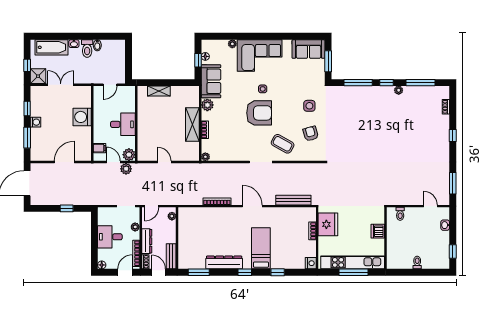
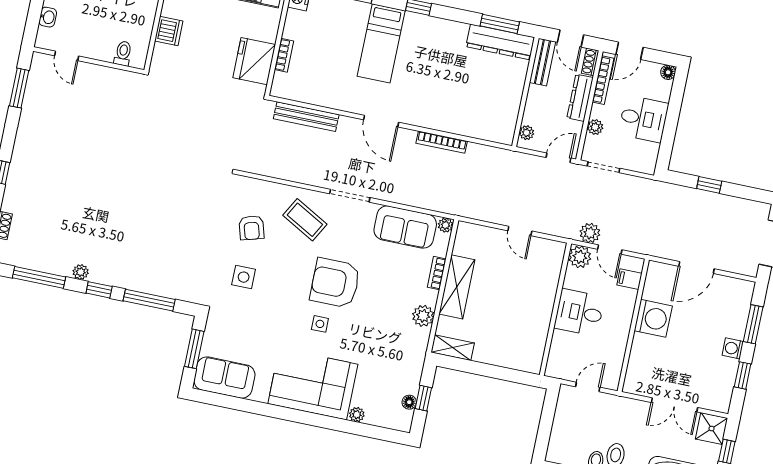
sofa: (211, 81) -> (405, 227), moved, turned -90
shelving: (159, 91) -> (453, 348), moved
washing machine: (82, 117) -> (653, 318), moved
dresser: (224, 262) -> (500, 42), moved

